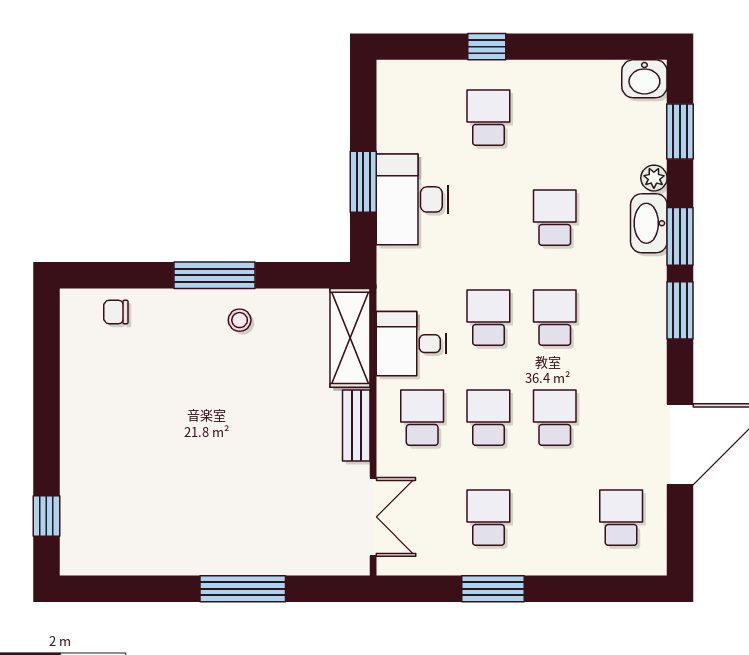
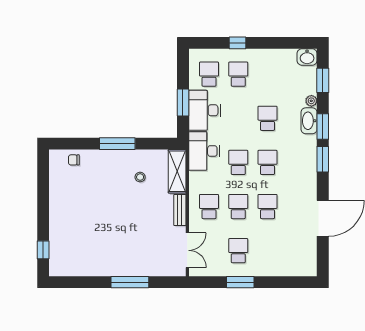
stool: (240, 320) -> (140, 177), moved
desk: (411, 344) -> (204, 151), moved, width x1.37
school desk: (621, 518) -> (209, 74), moved

